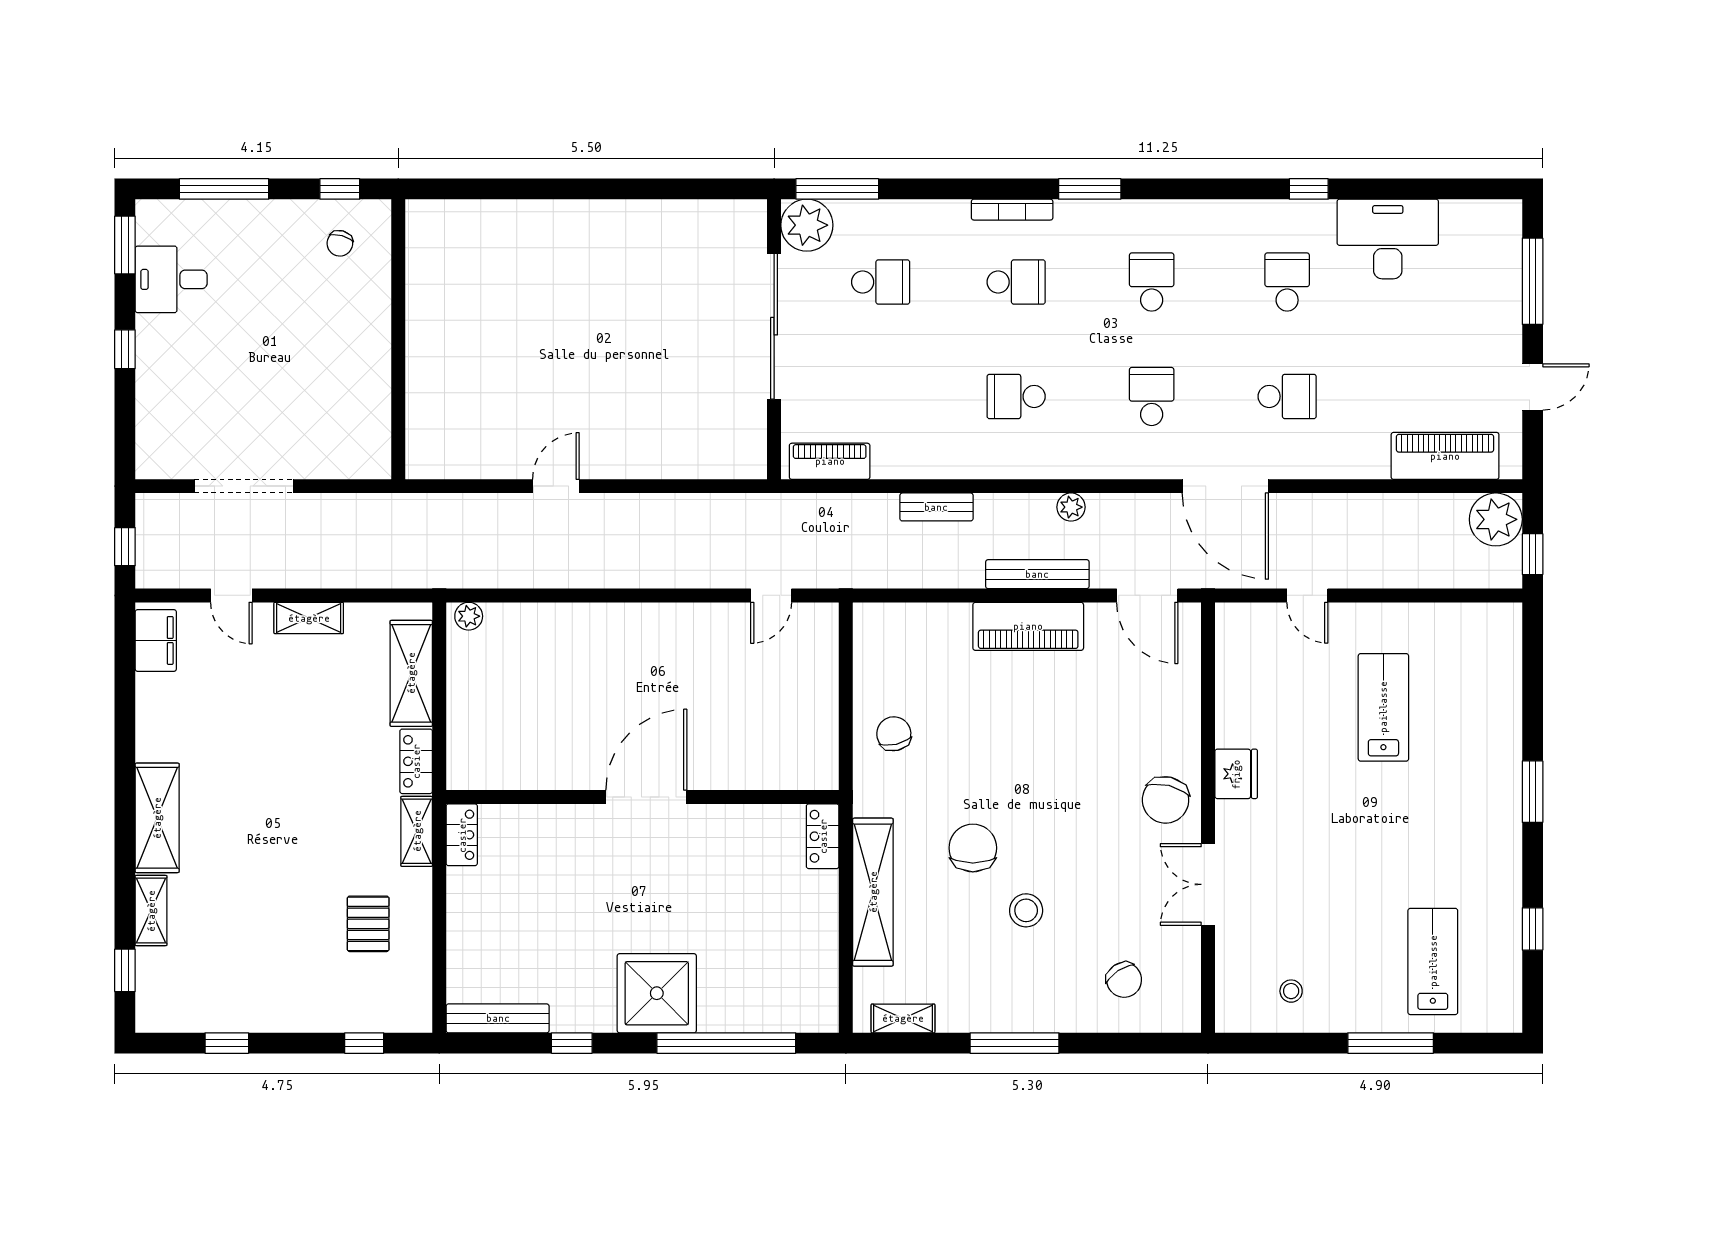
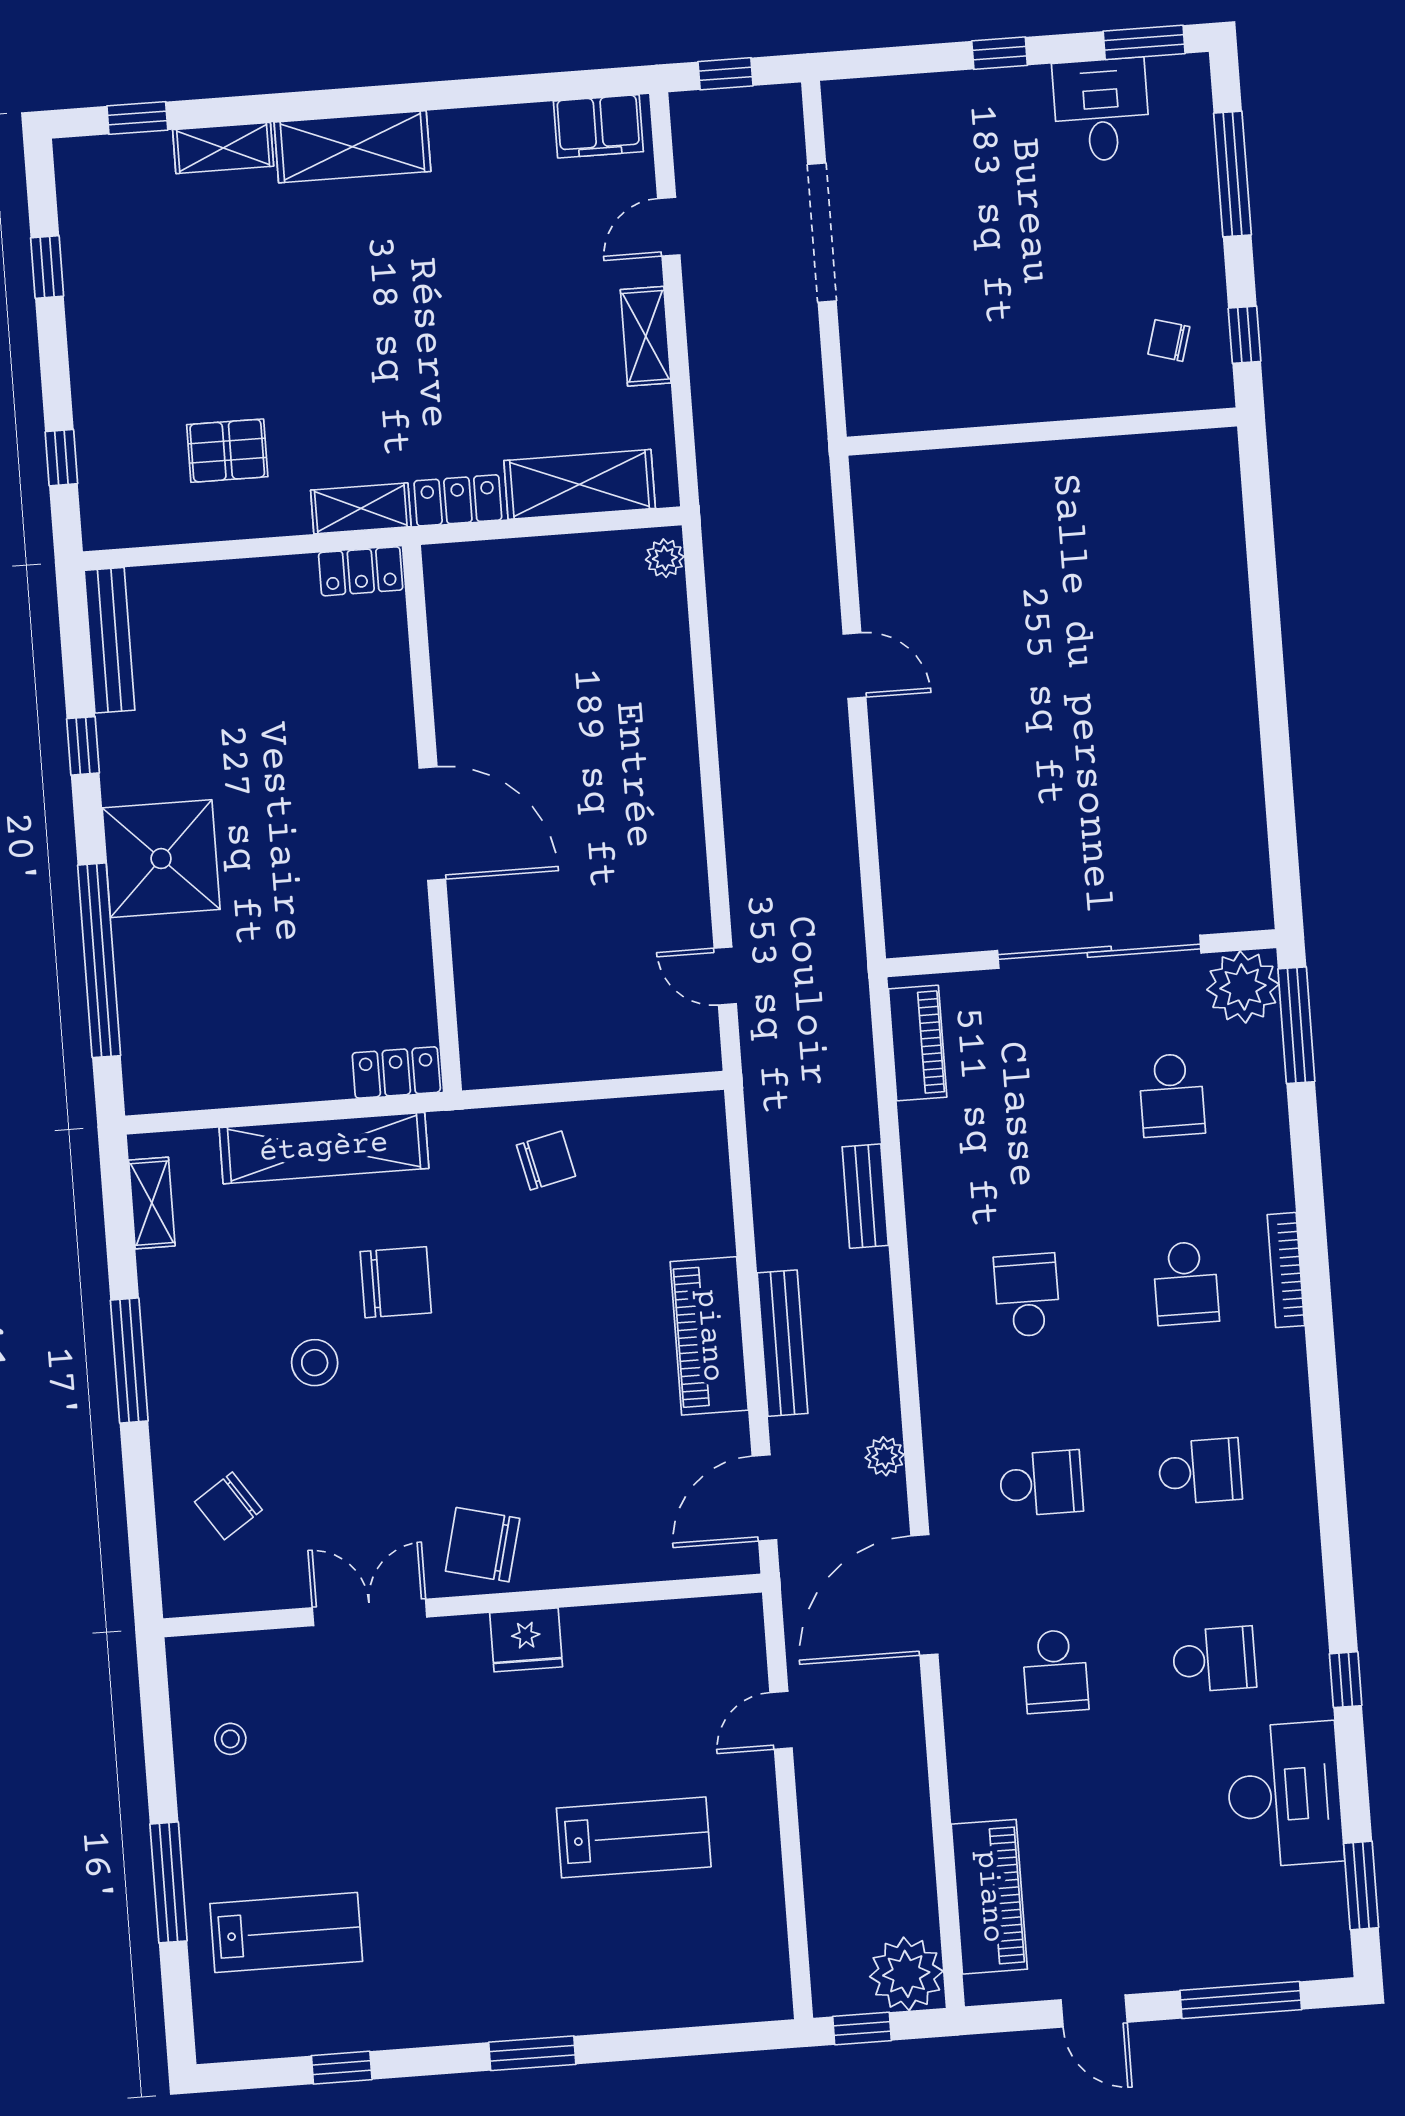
window: (1090, 189) -> (1361, 1885), moved
plant: (1071, 507) -> (885, 1456), moved

